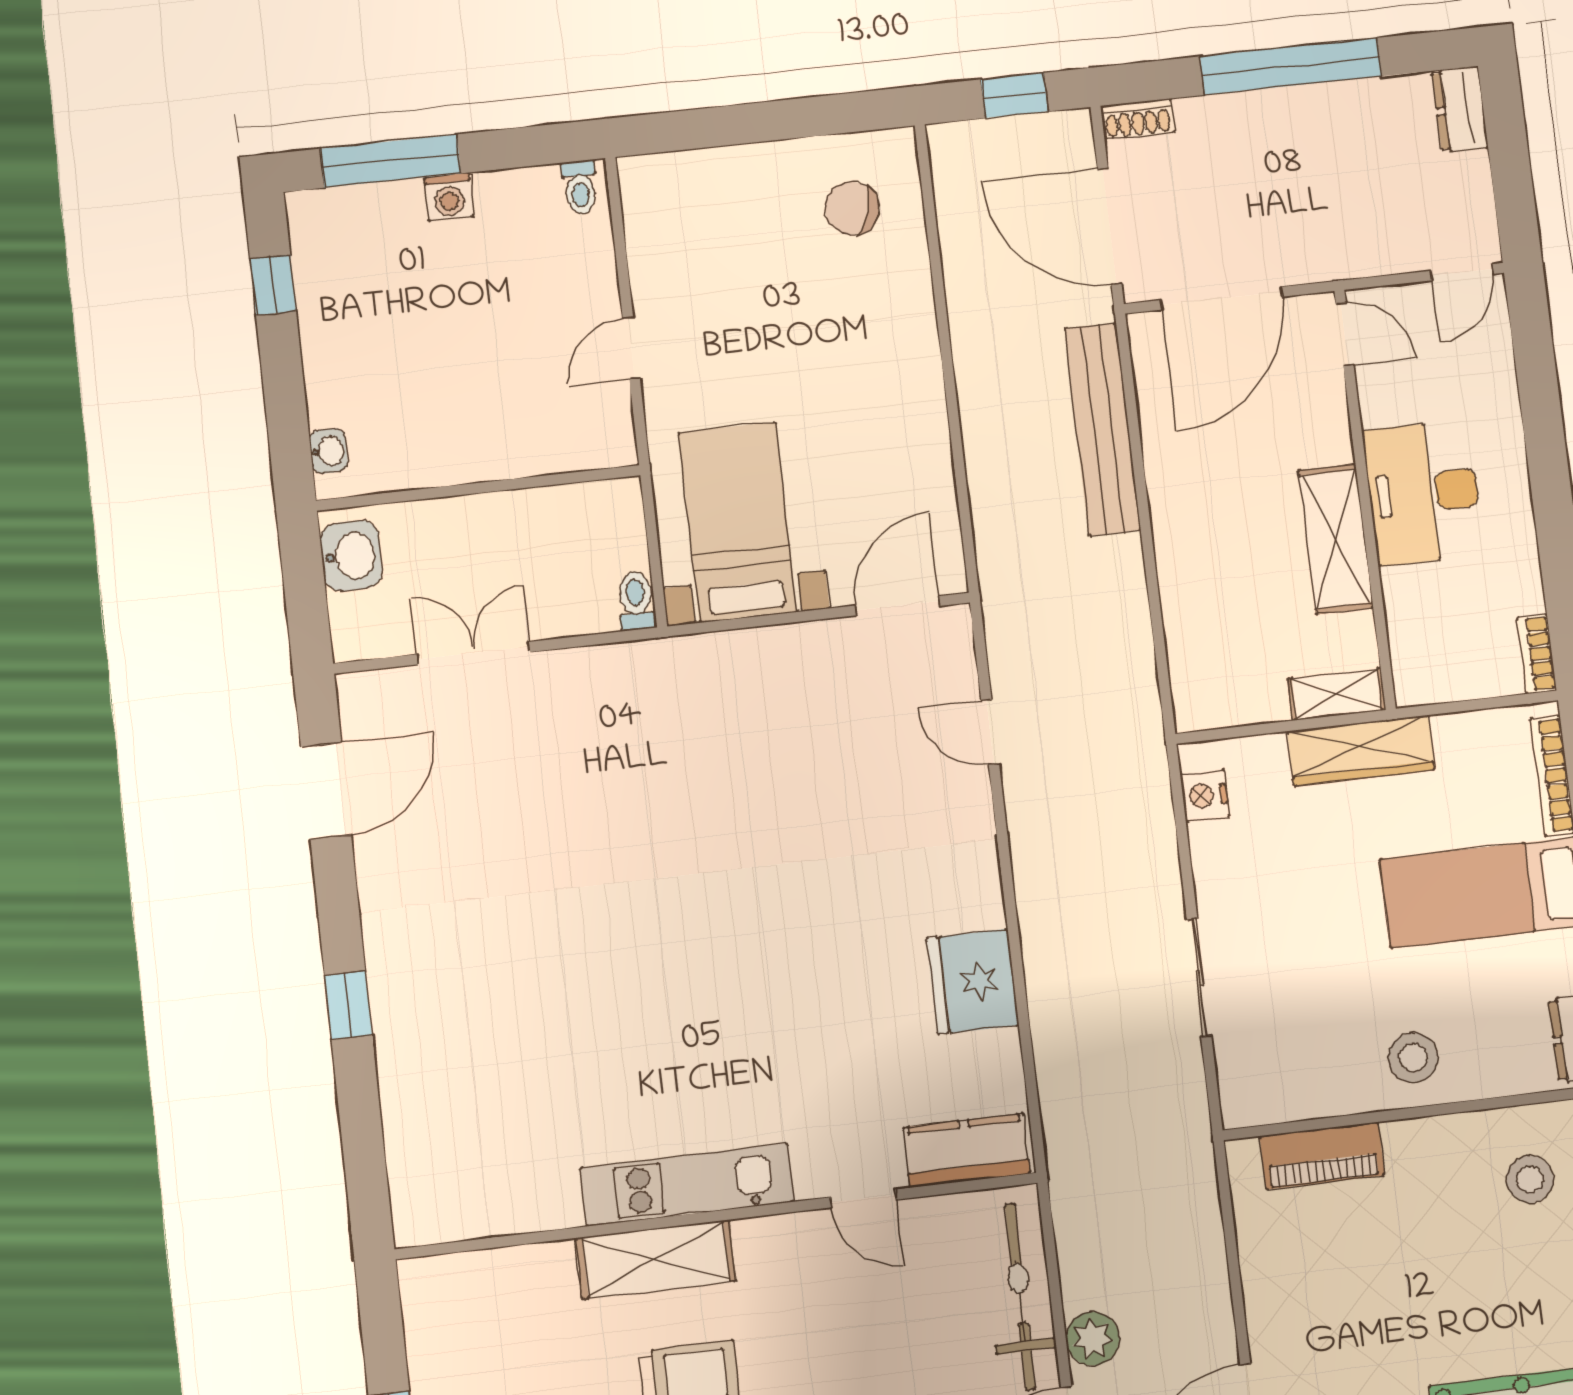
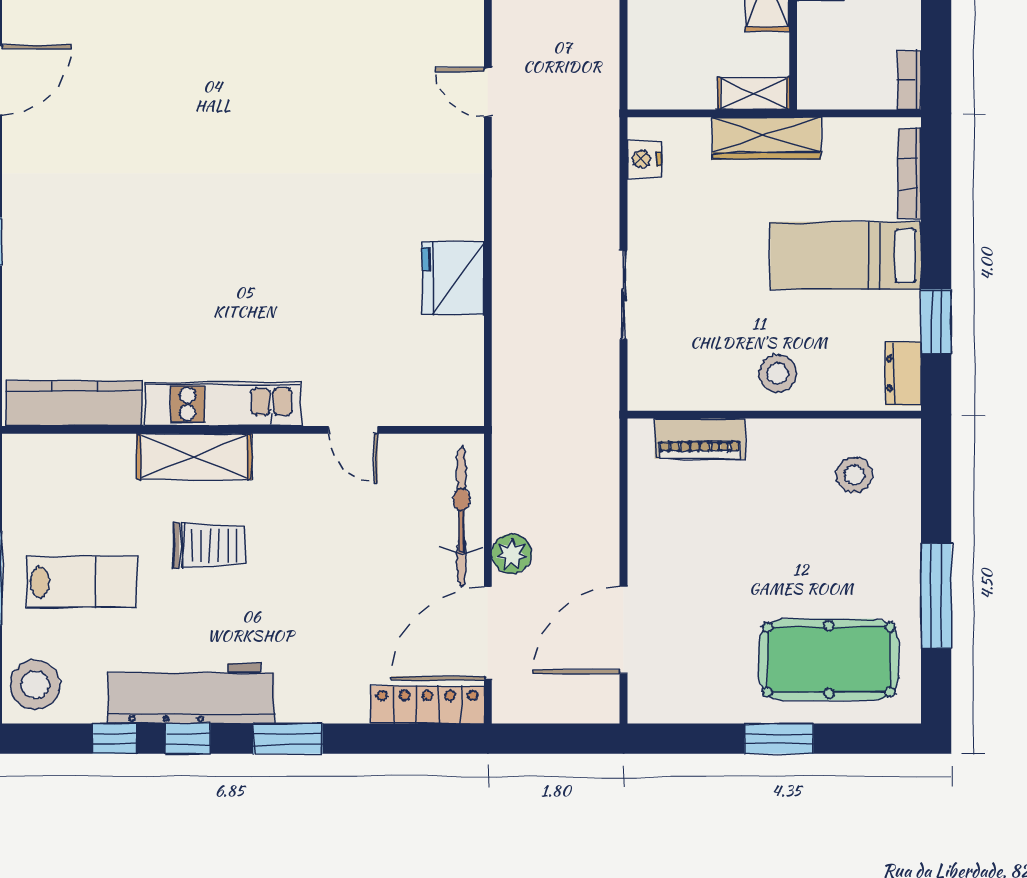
kitchen counter: (967, 1150) -> (74, 403), moved, width x1.50

